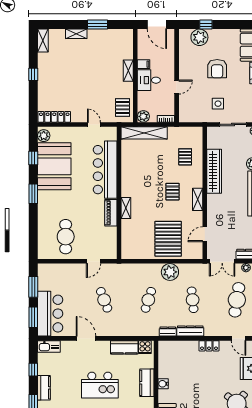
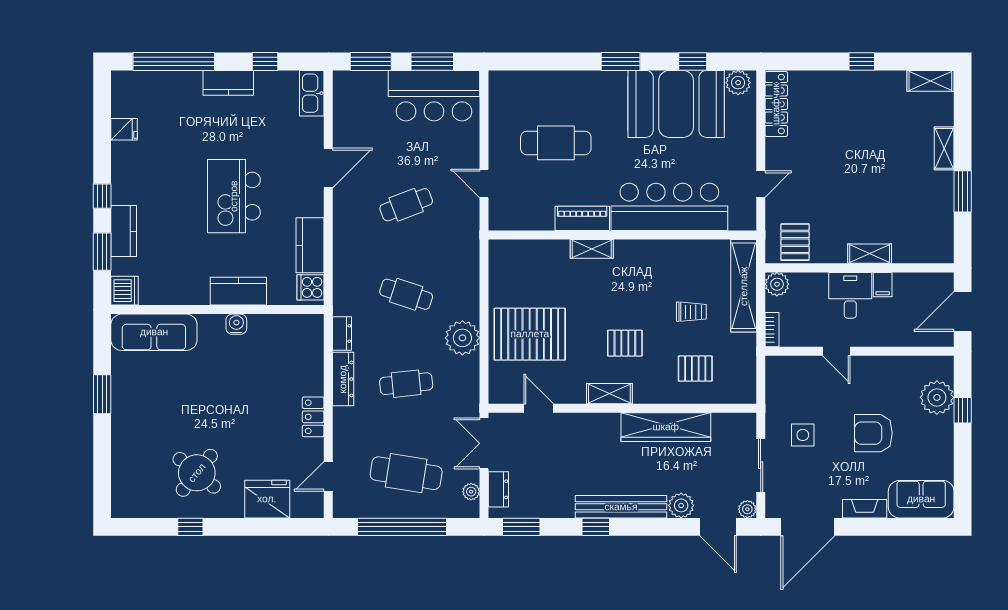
pallet: (123, 107) -> (795, 242), turned 90
trolley: (157, 159) -> (691, 312), added
cafe table: (66, 237) -> (556, 143), moved
bar counter: (50, 314) -> (434, 96), moved

